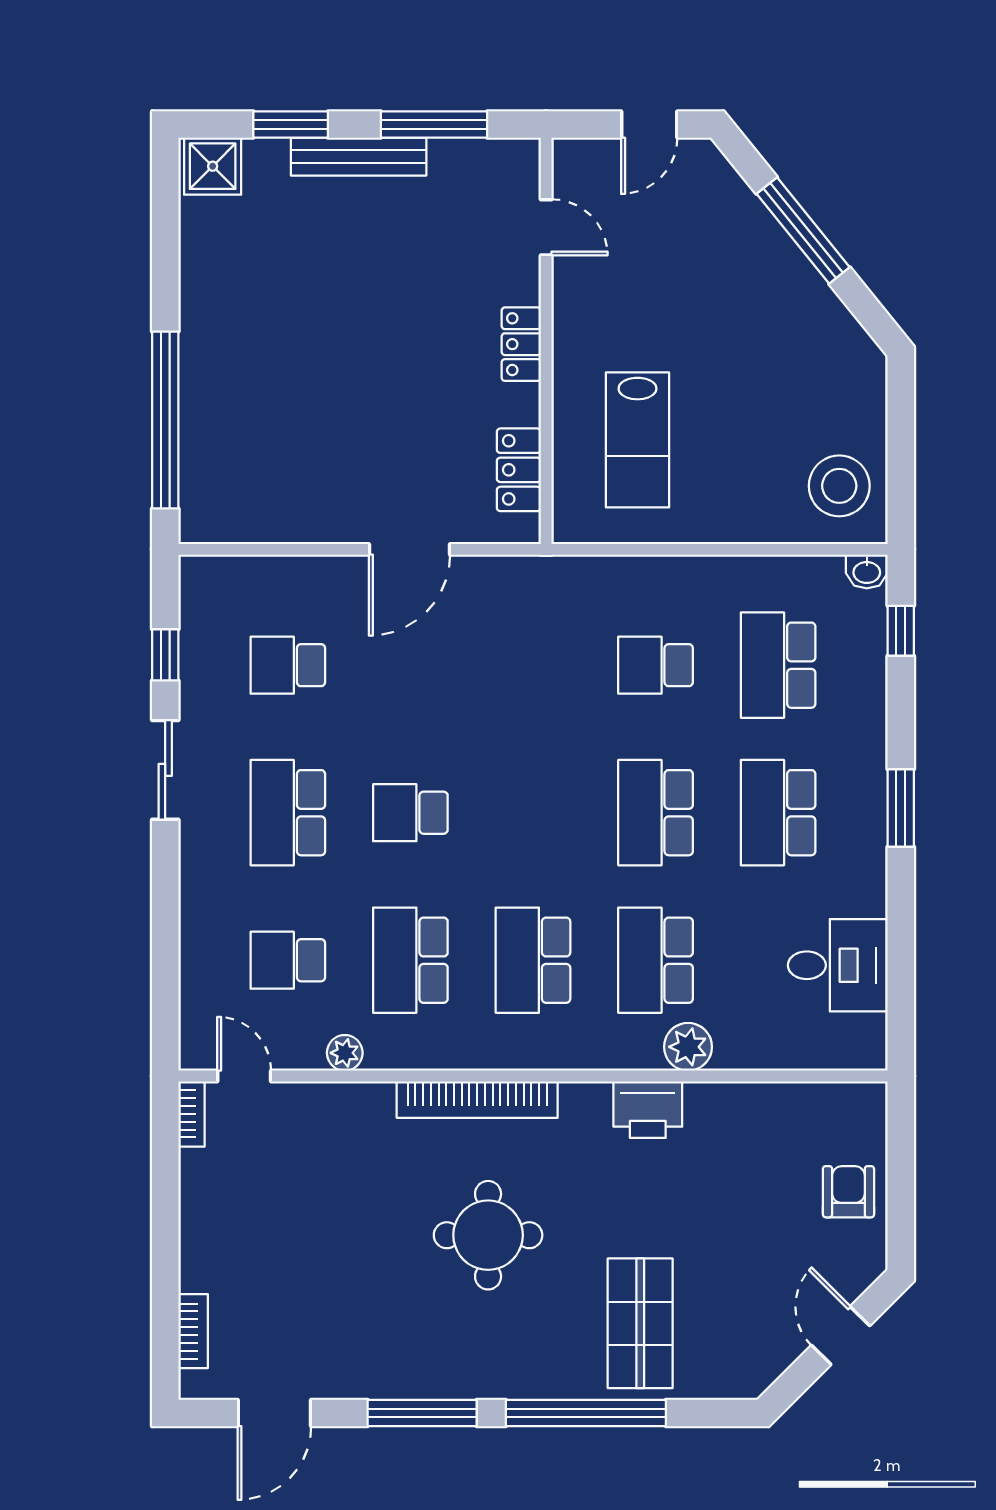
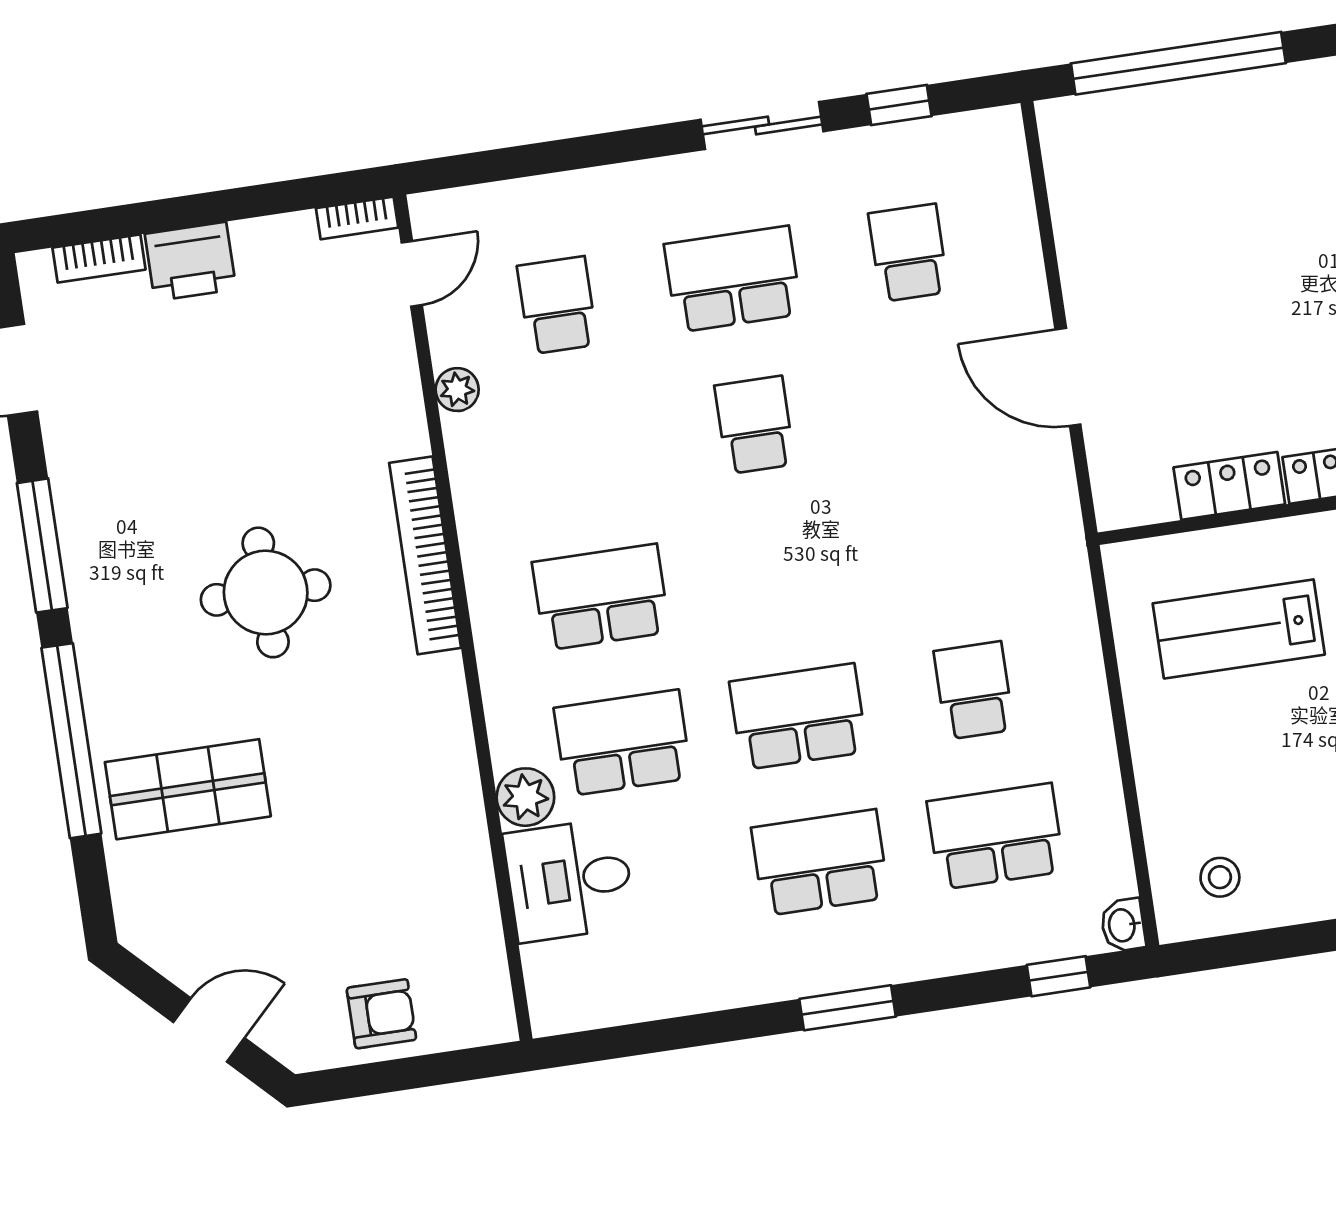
locker: (519, 470) -> (1229, 486), moved
stool: (839, 486) -> (1220, 877), width x0.53, depth x0.53
school desk: (410, 960) -> (579, 451), removed
desk: (838, 965) -> (569, 880), moved, turned 90
printer: (648, 1110) -> (190, 261), moved, turned -90

